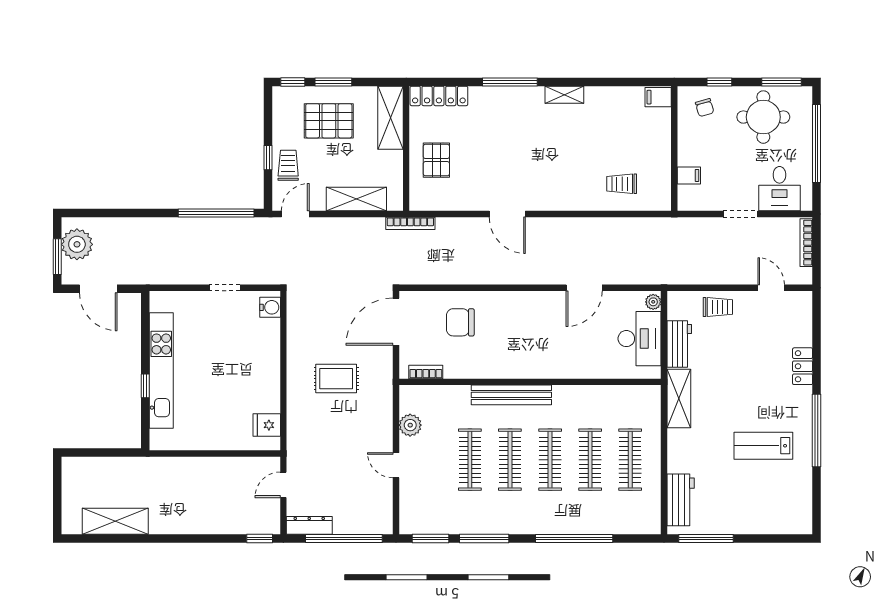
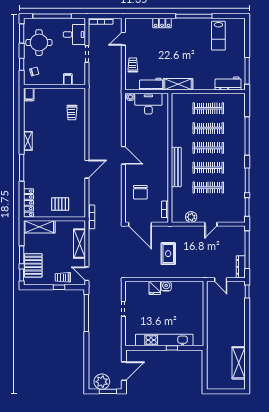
pallet: (329, 121) -> (33, 265), moved
door: (584, 288) -> (123, 155), moved
water cooler: (270, 307) -> (166, 286), moved
fridge: (267, 425) -> (155, 288), moved
lab bench: (763, 446) -> (218, 36), moved

